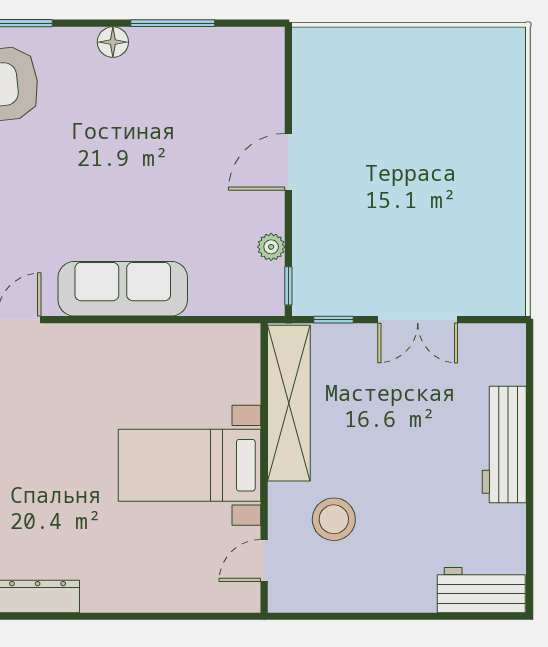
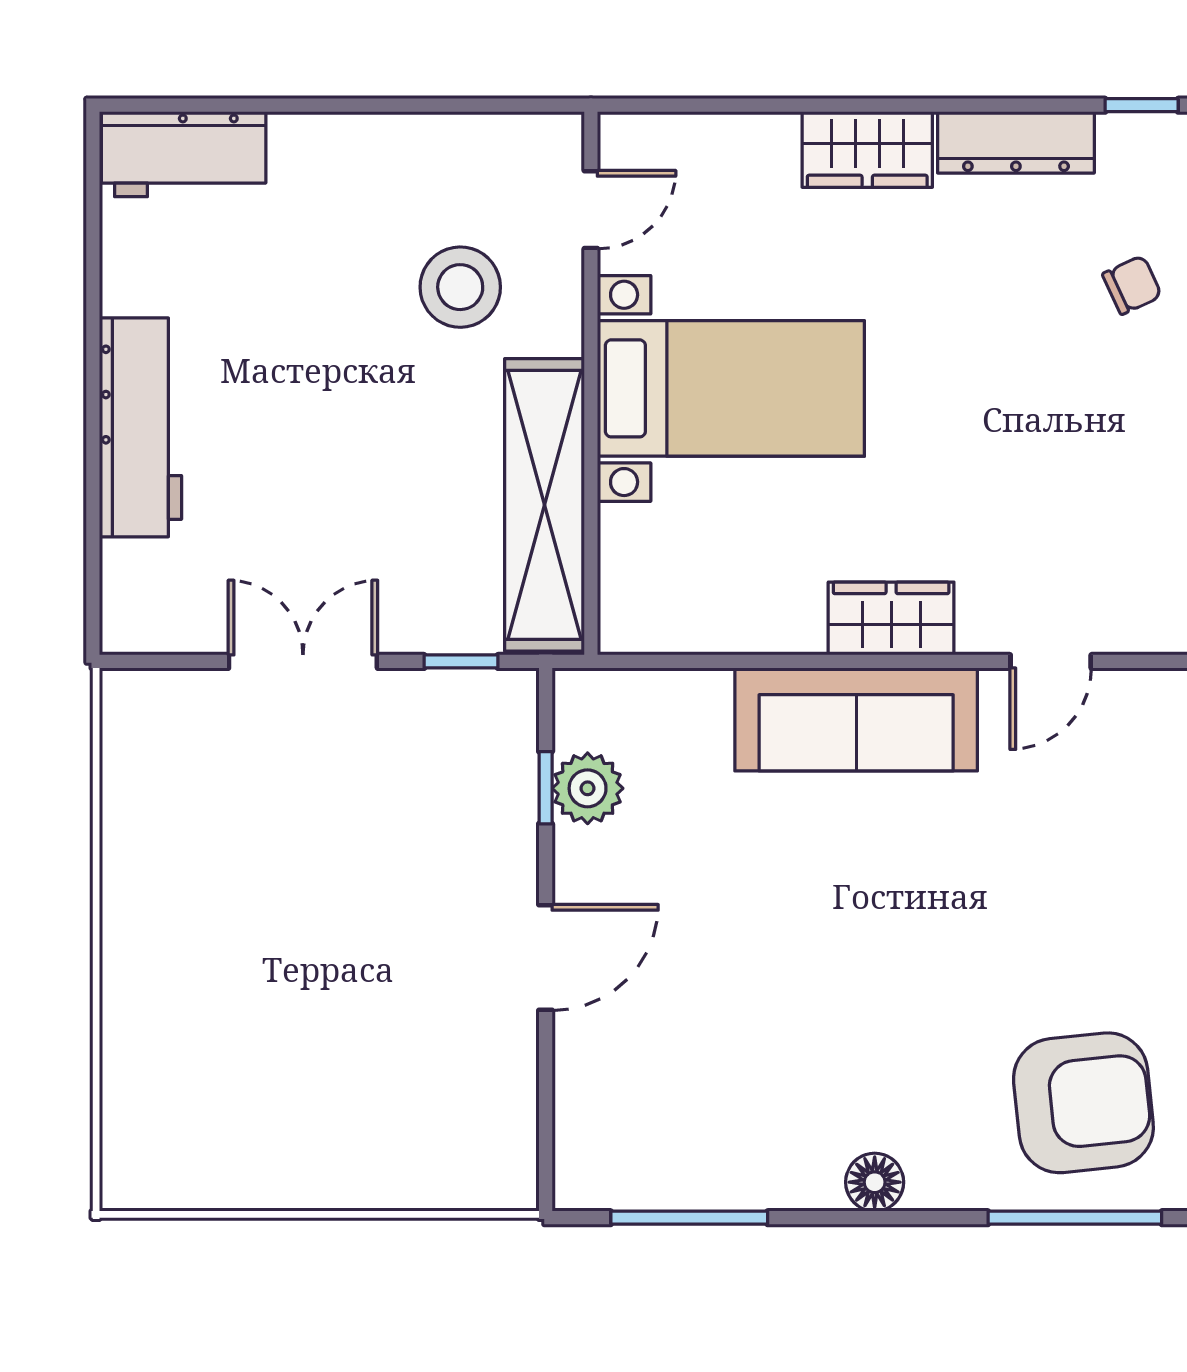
window: (173, 23) -> (689, 1218), moved
plant: (271, 247) -> (588, 788), width x1.38, depth x1.38
window: (288, 286) -> (546, 788), moved
wardrobe: (104, 343) -> (891, 619), added
wardrobe: (117, 593) -> (867, 149), added

